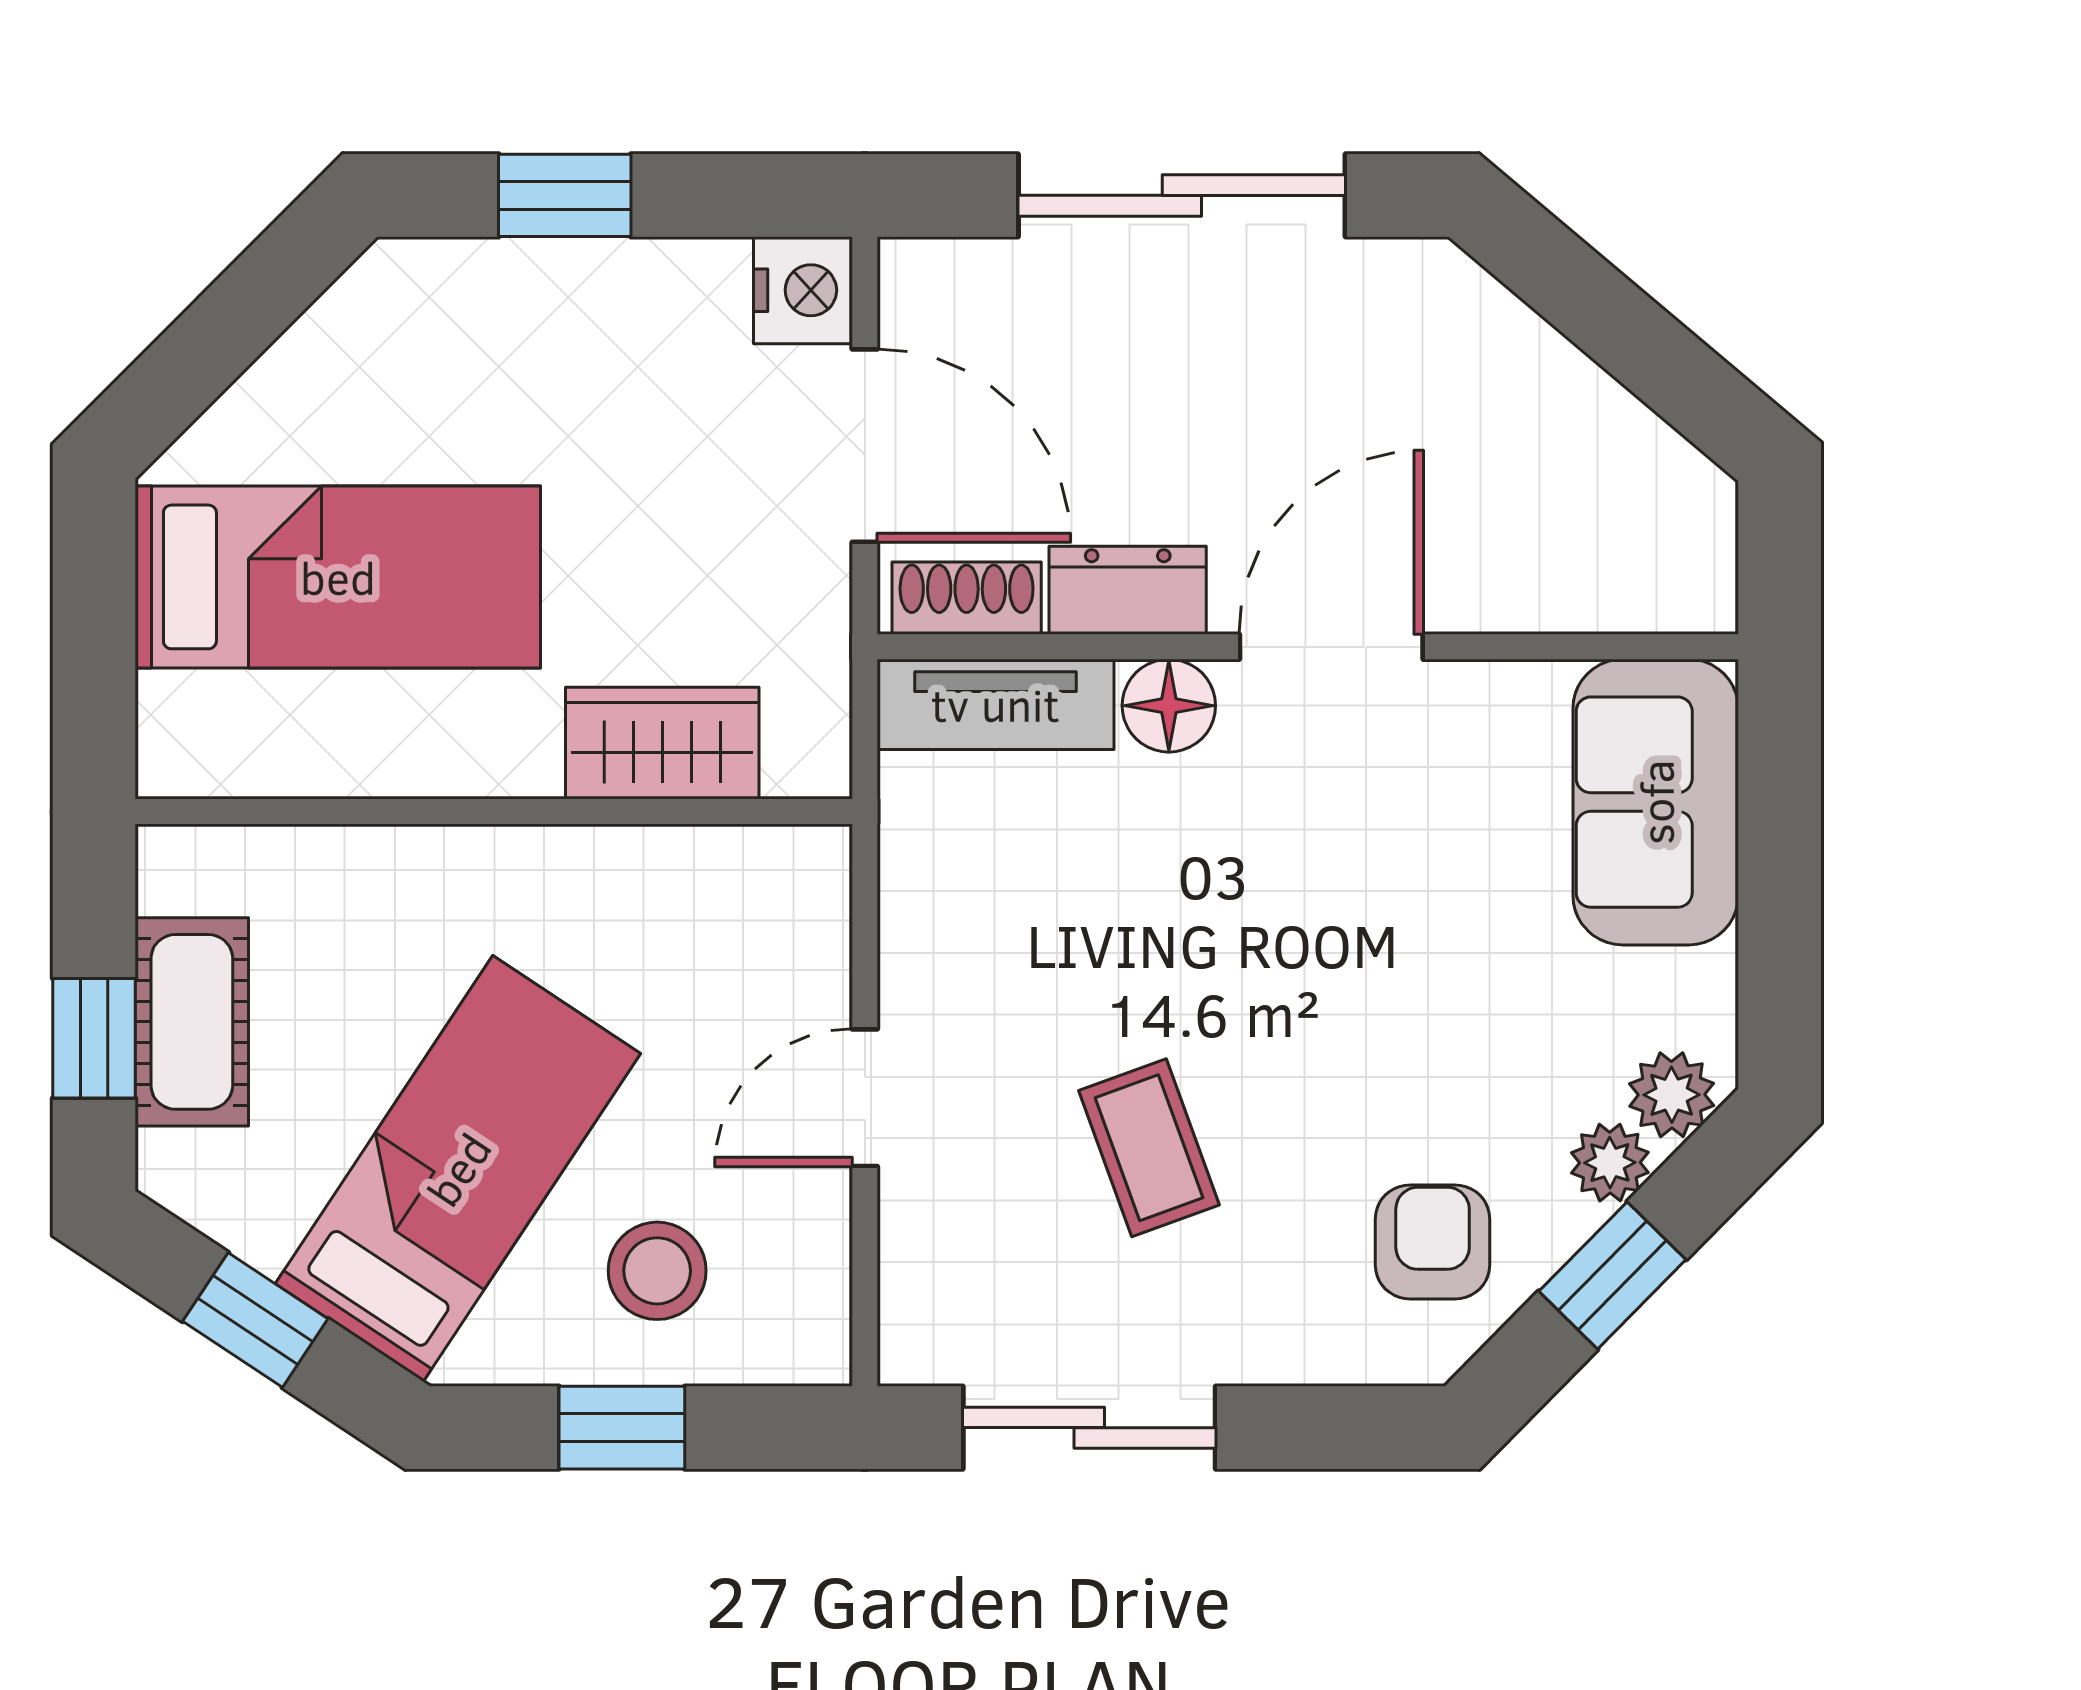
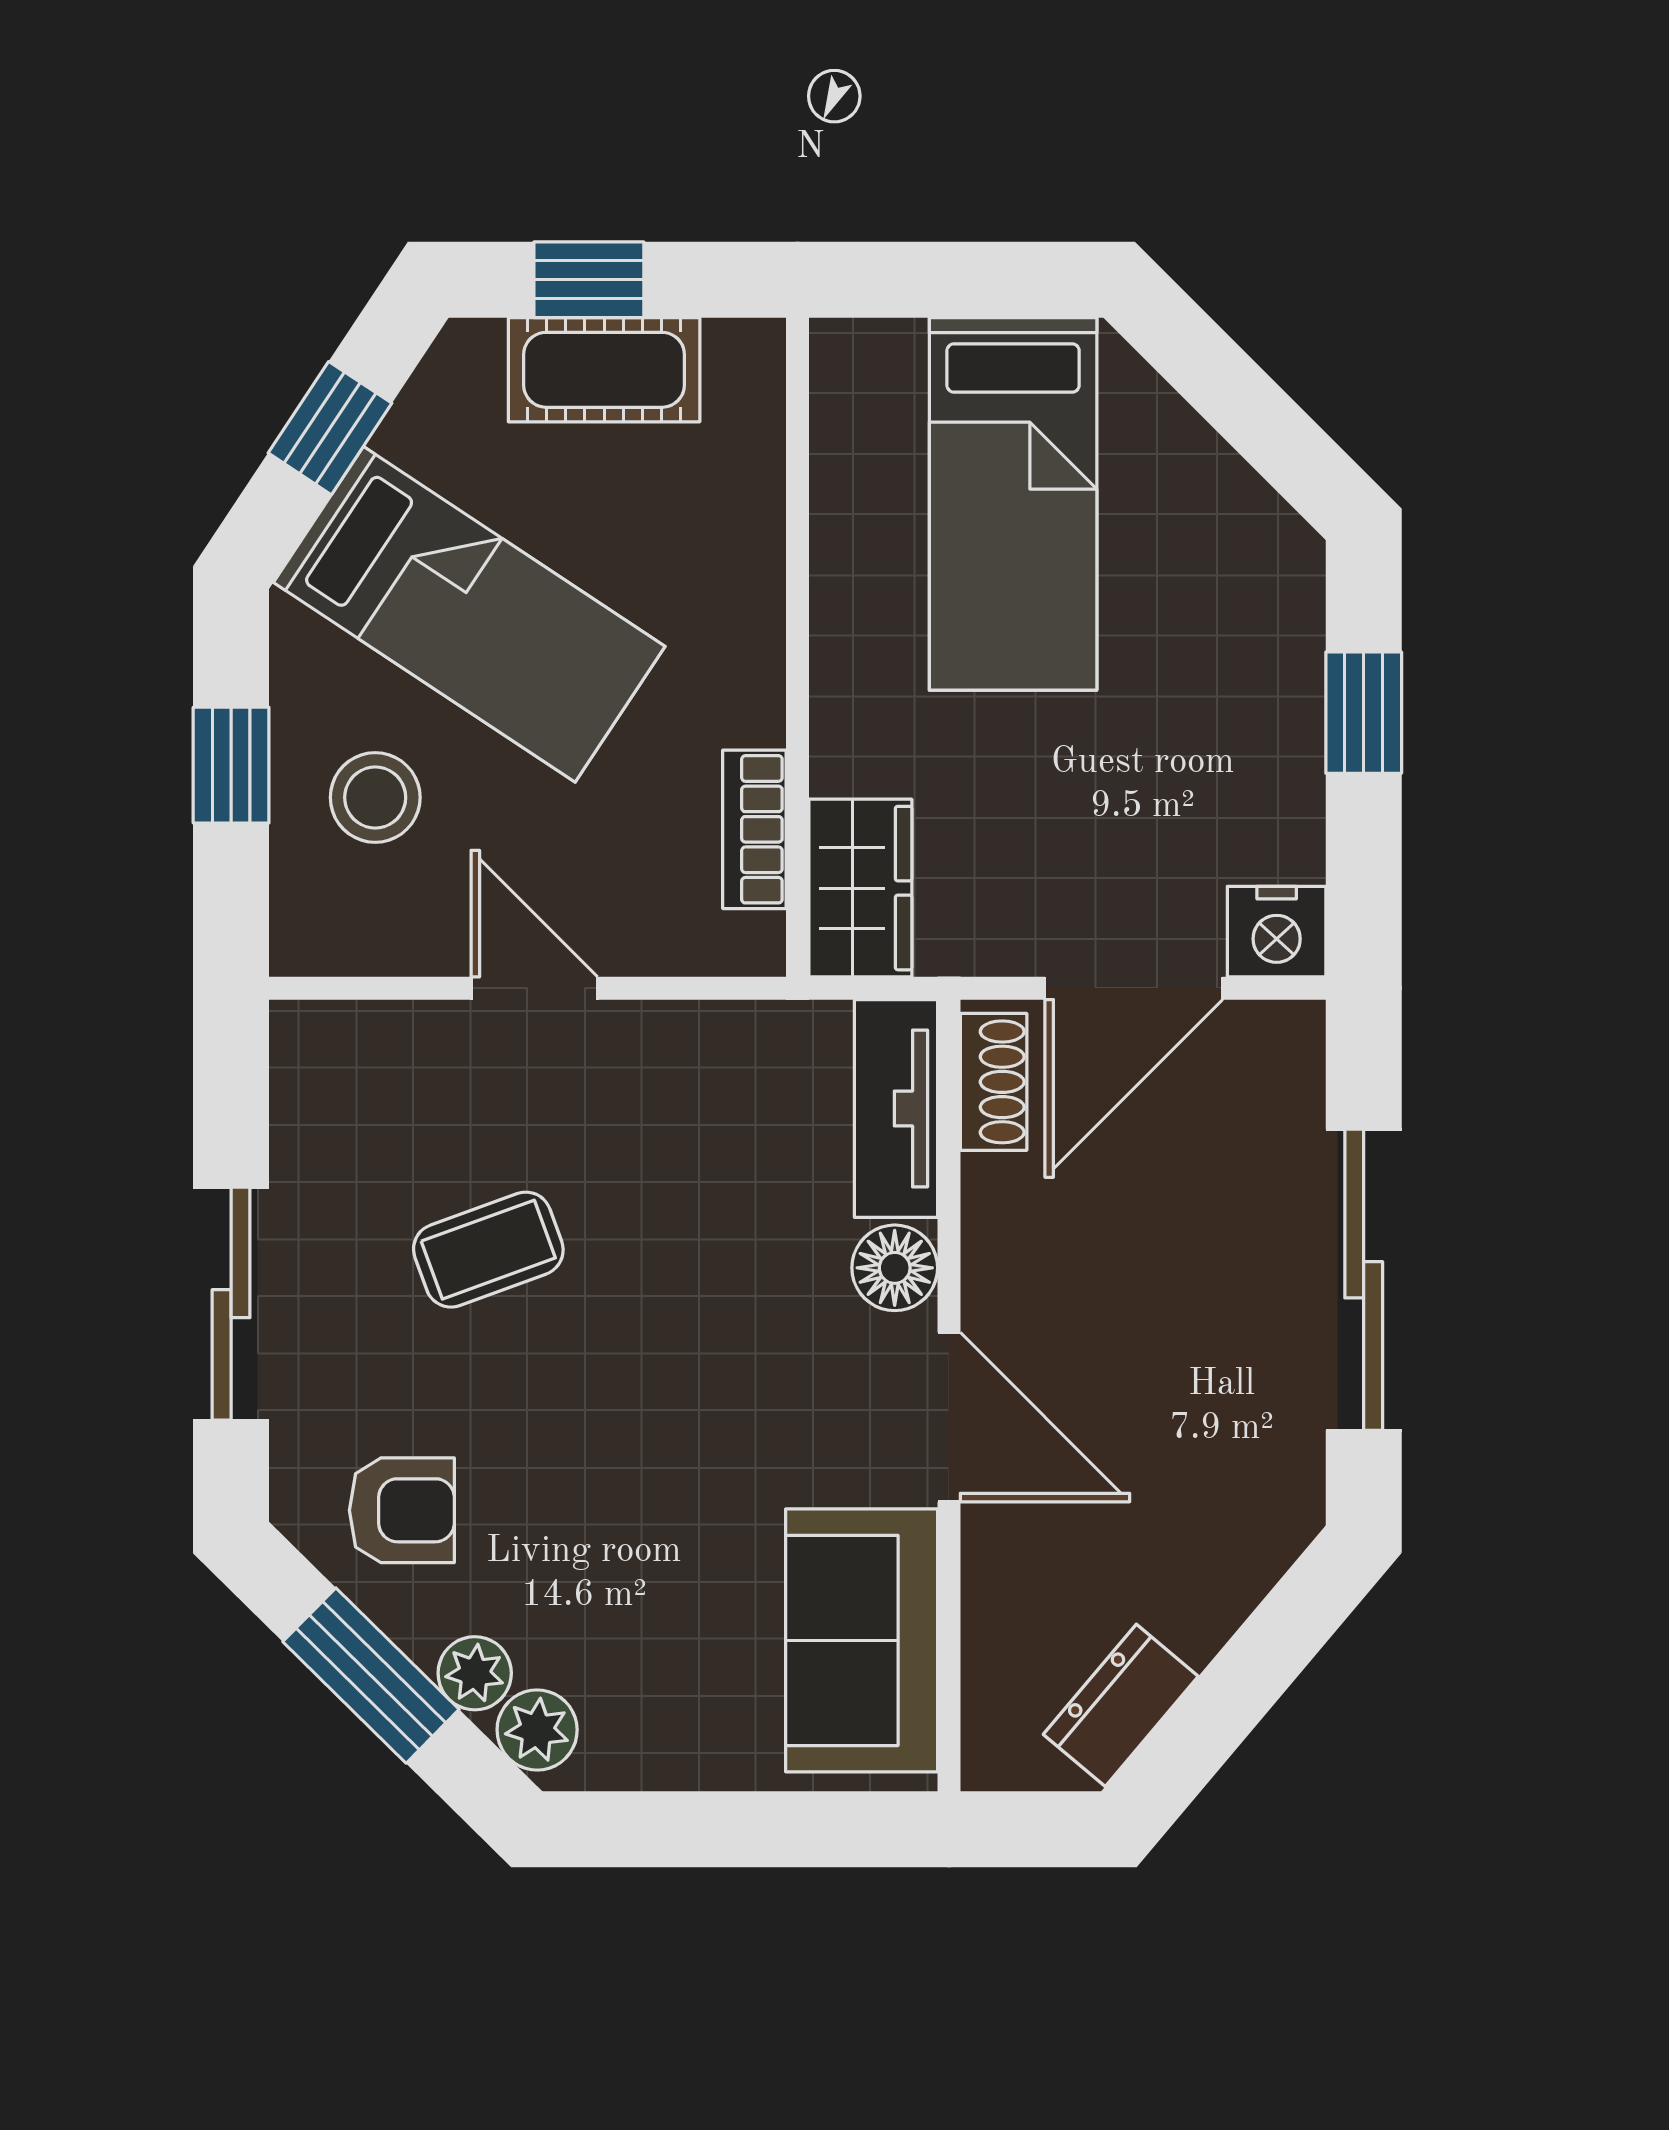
dresser: (1128, 590) -> (1121, 1705), moved, turned -140
wardrobe: (662, 743) -> (860, 888), moved
sofa: (1656, 802) -> (862, 1640), moved, turned -90
bookcase: (692, 858) -> (754, 829), added
window: (1612, 1275) -> (371, 1676), width x1.50
sliding door: (1089, 1428) -> (231, 1304), moved

